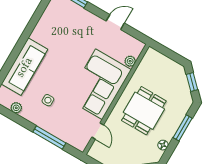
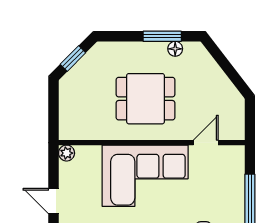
plant: (130, 61) -> (67, 153), moved
window: (183, 128) -> (162, 36), moved

